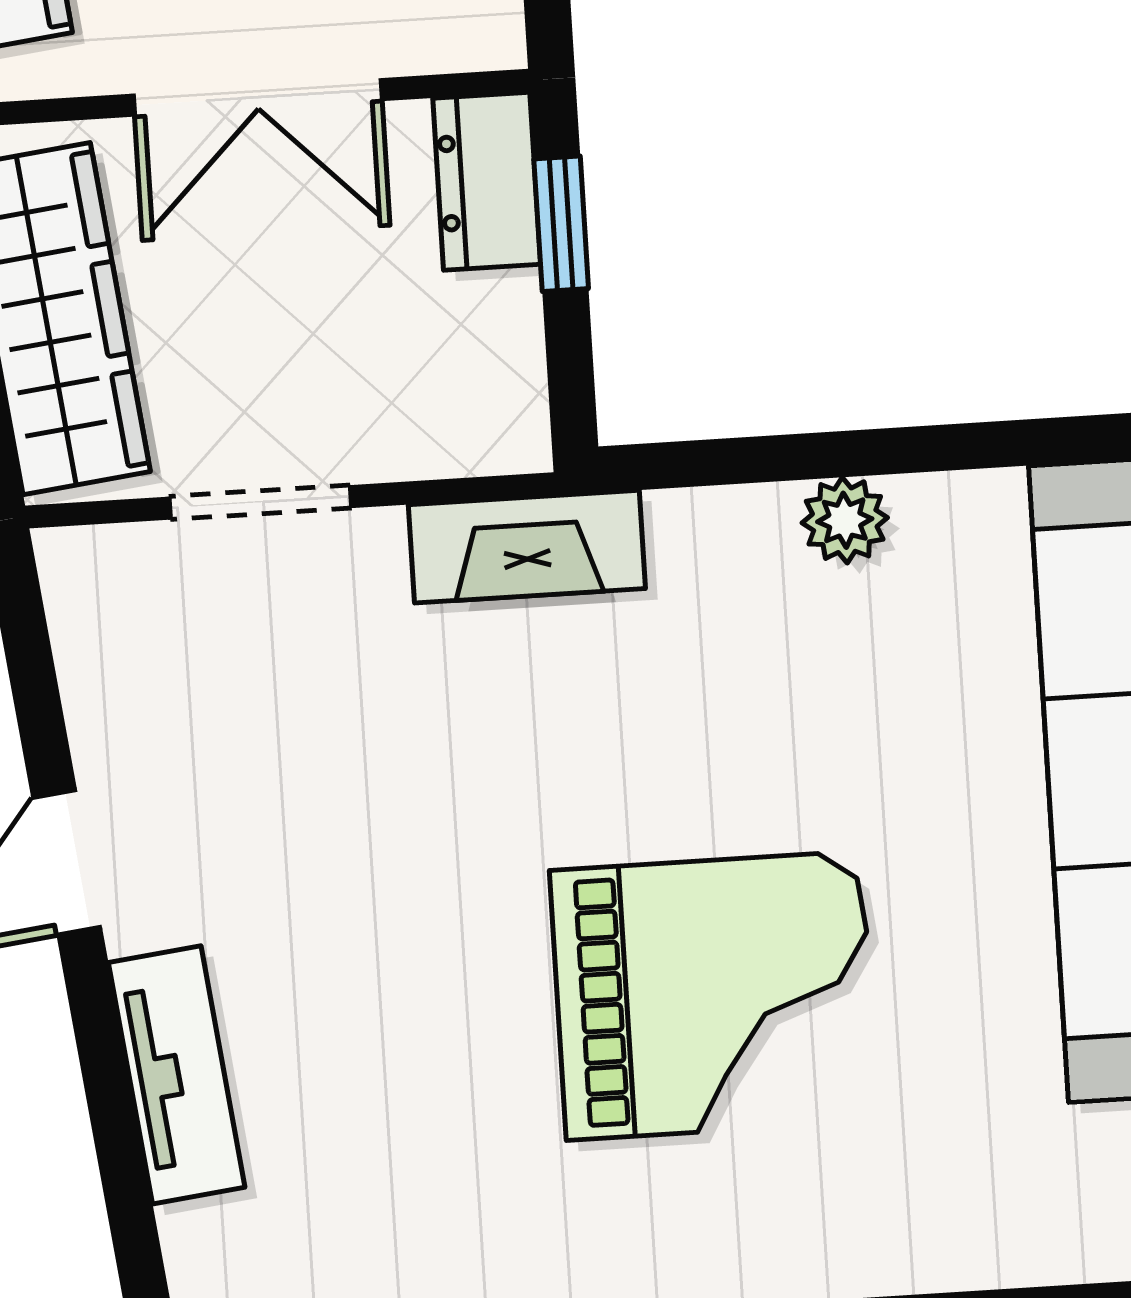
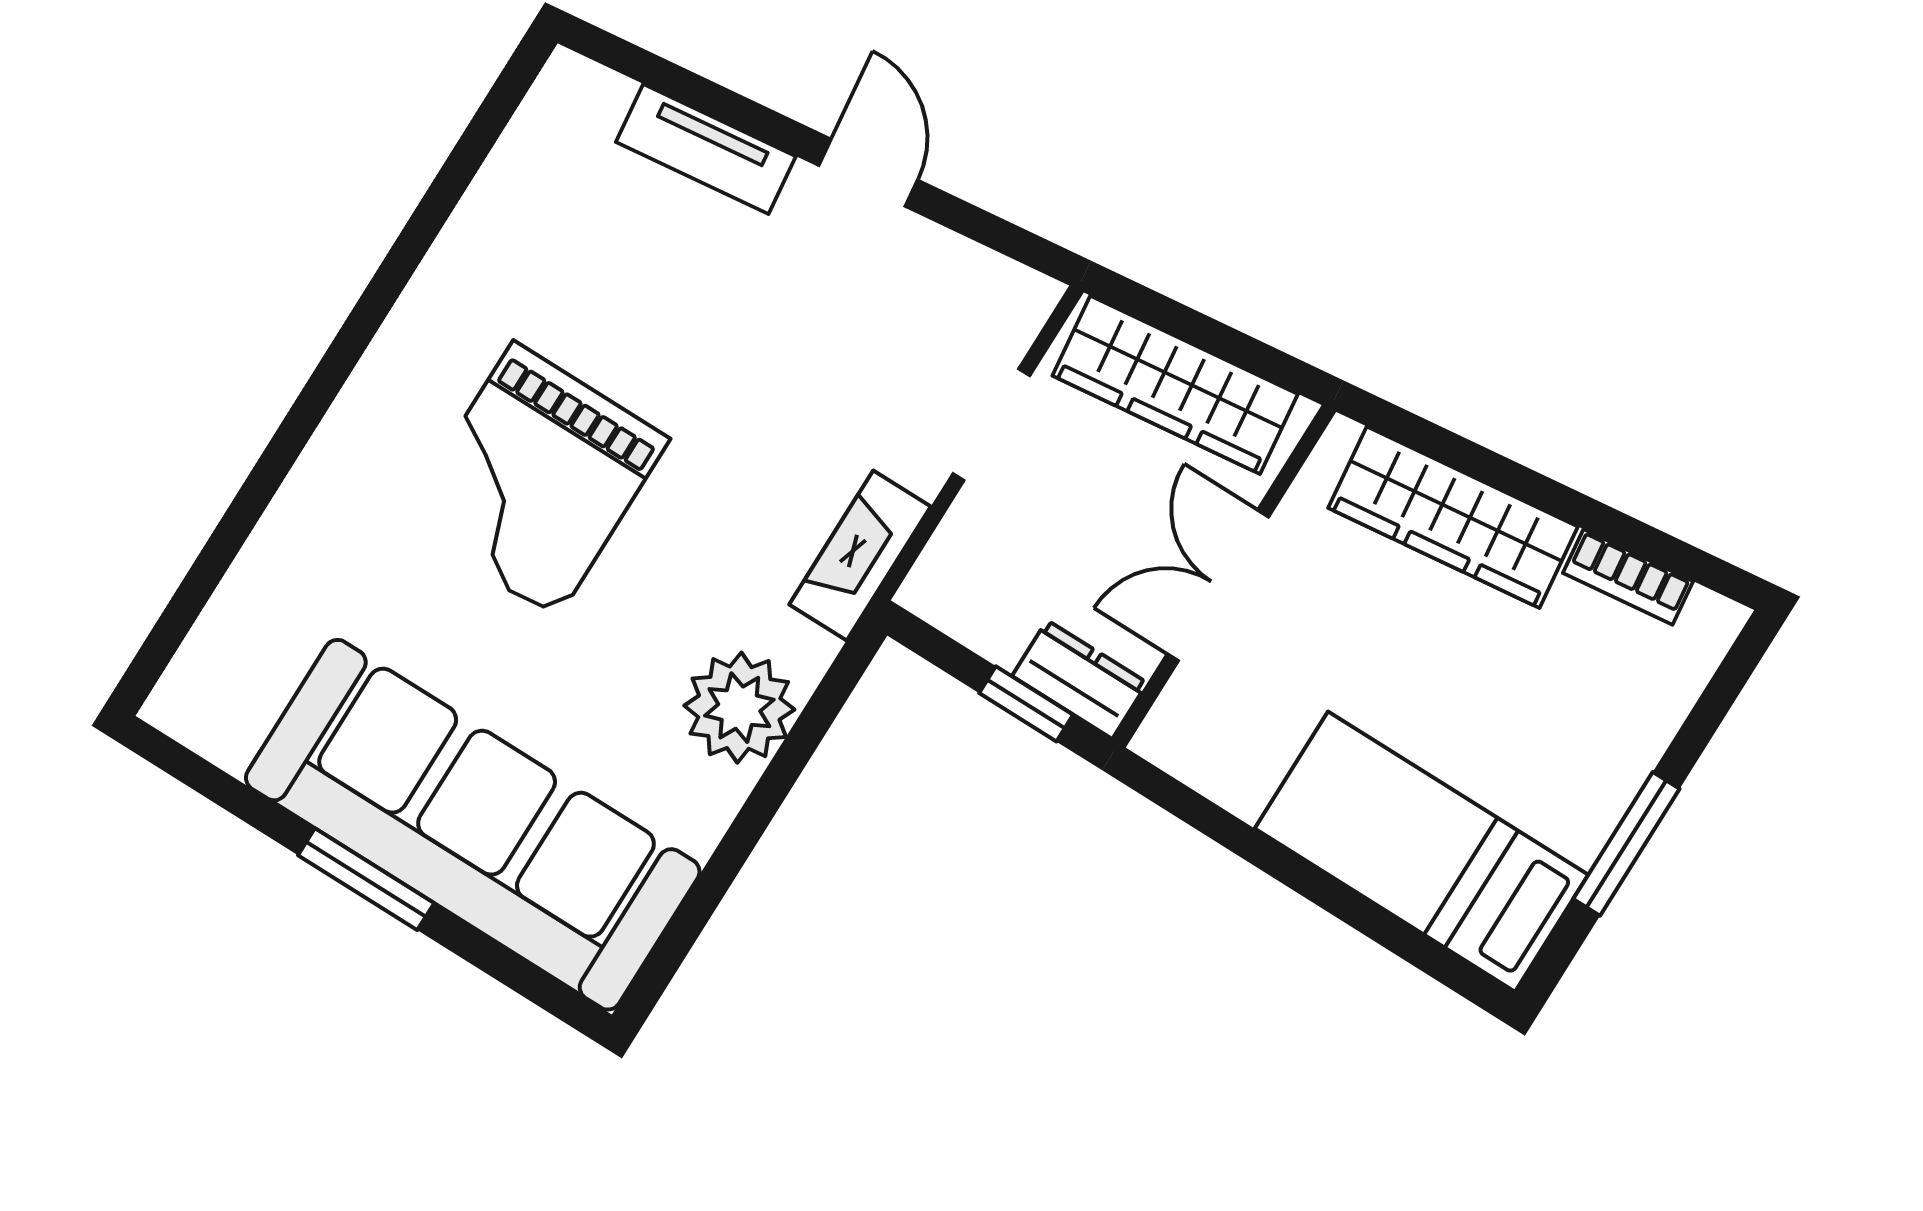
plant: (845, 520) -> (739, 708), width x1.87, depth x1.87

